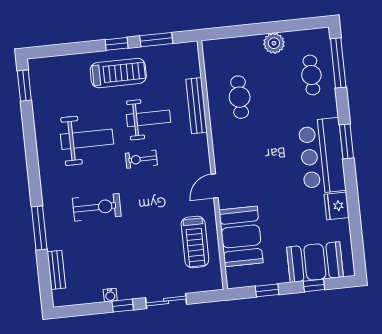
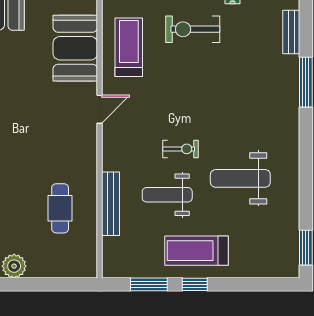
exercise bike: (97, 207) -> (193, 29), moved

